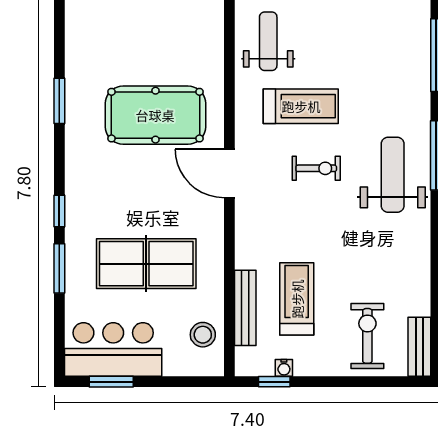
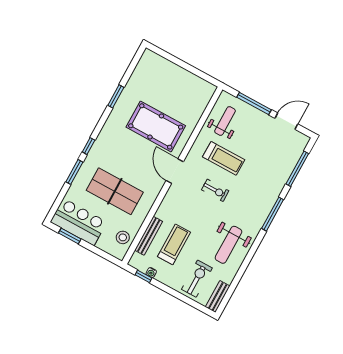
weight bench: (393, 175) -> (228, 245), moved, turned 180

